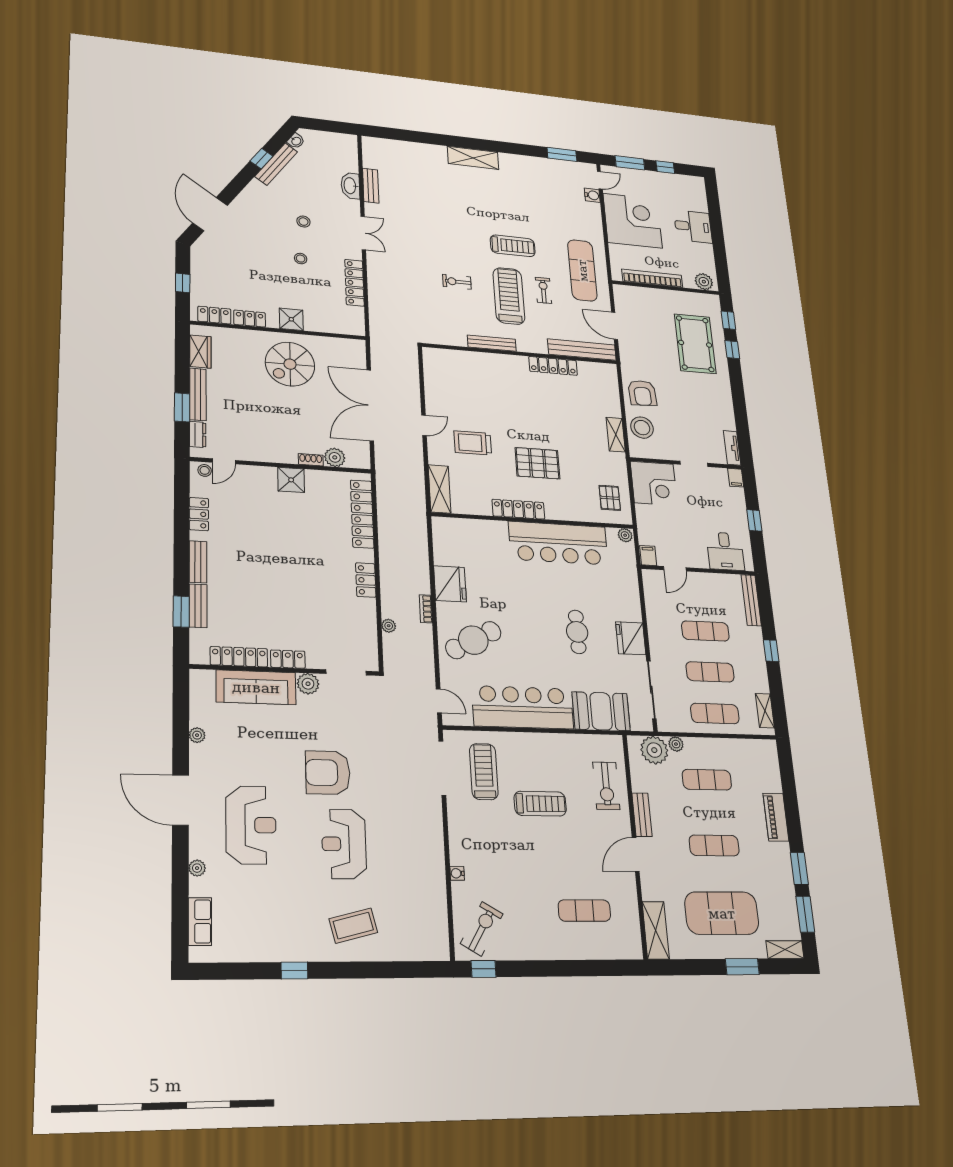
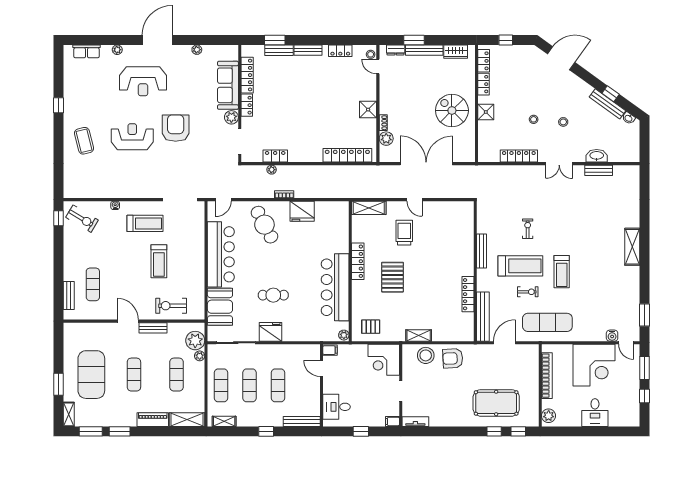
locker: (366, 580) -> (275, 156), moved
treadmill: (484, 772) -> (145, 223), moved
shelving: (656, 930) -> (187, 420), moved
bench: (605, 951) -> (69, 295), added

